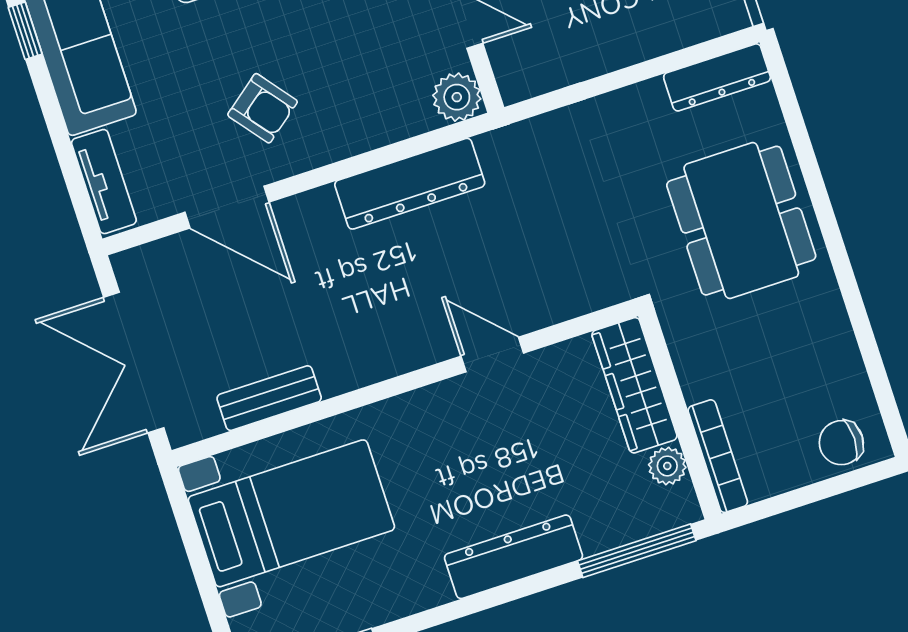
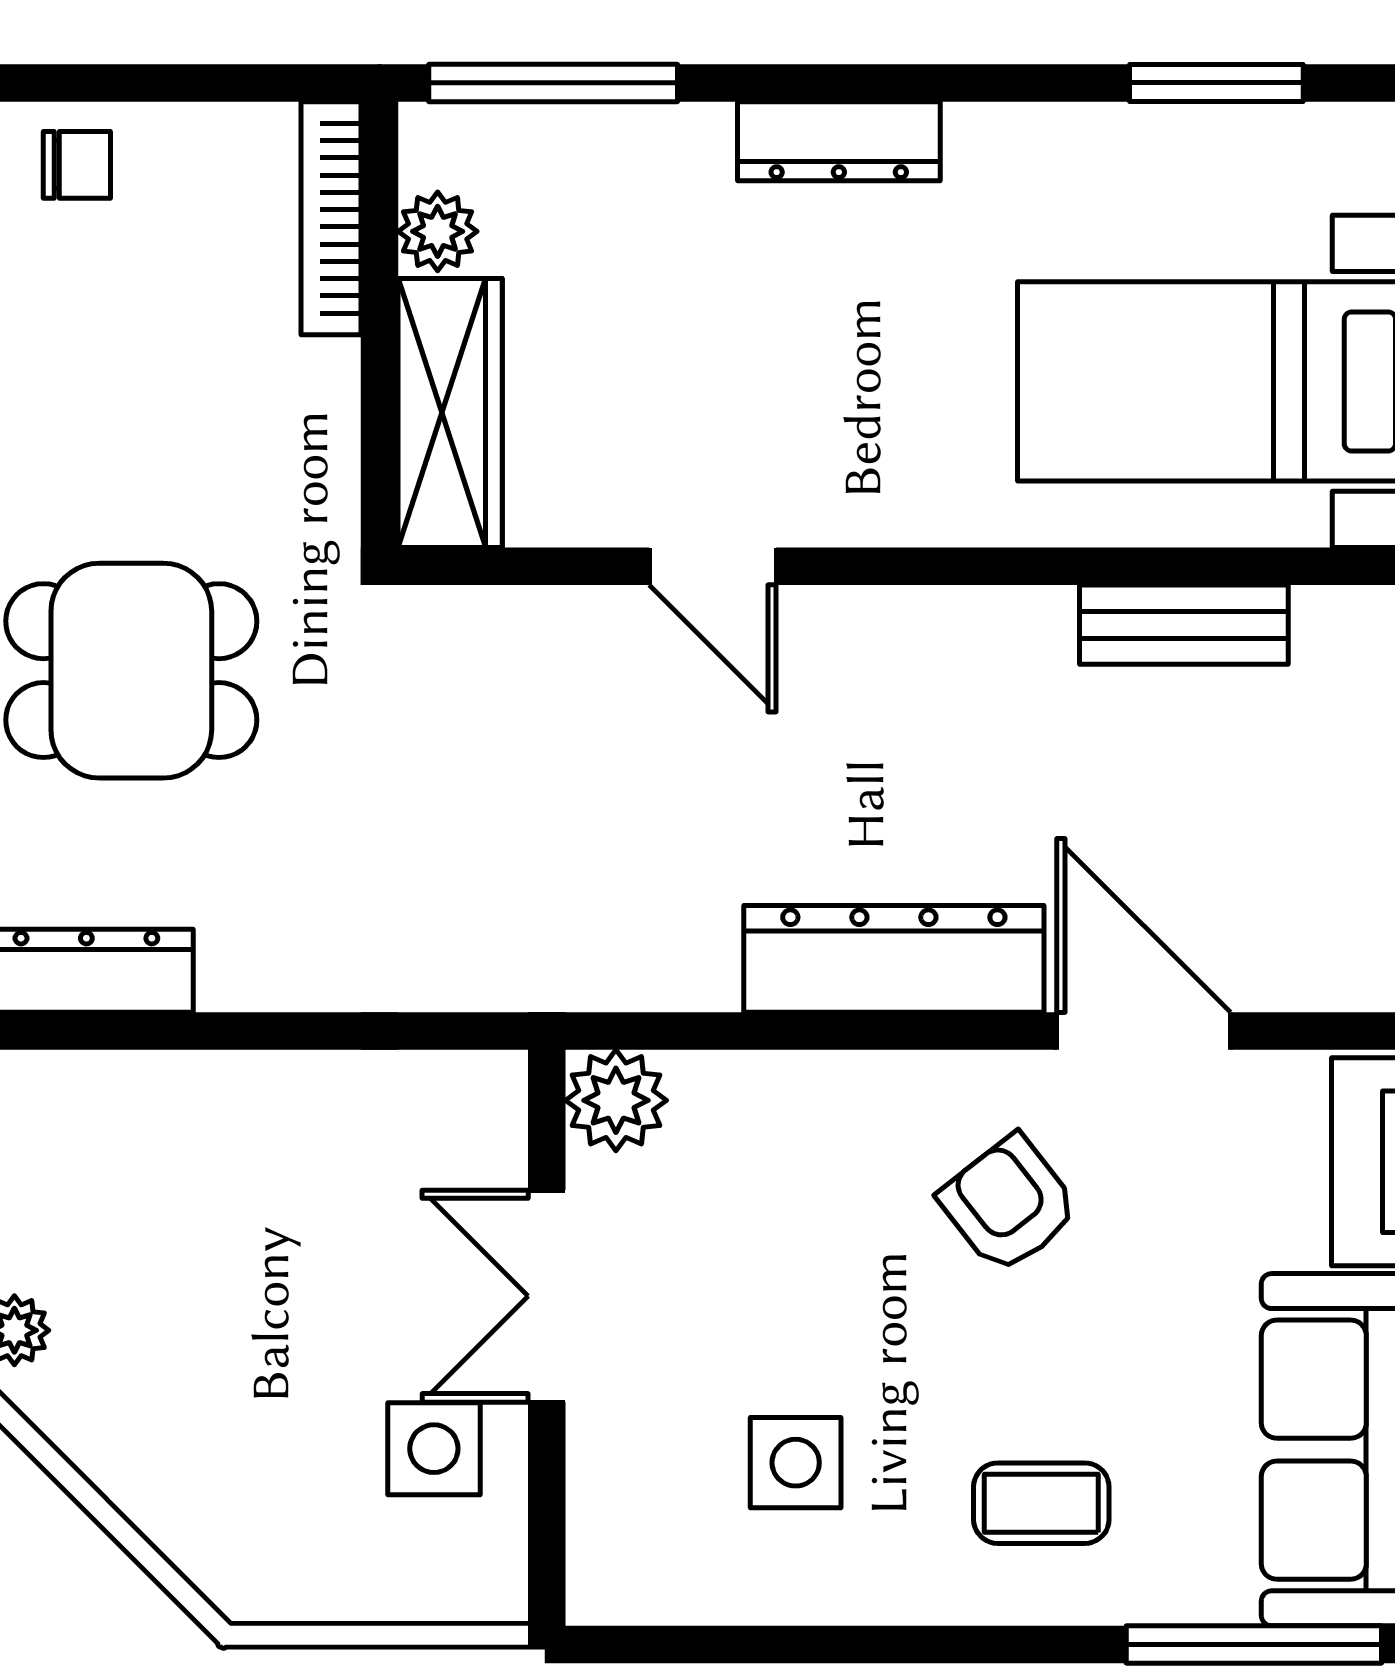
dresser: (410, 184) -> (894, 959), moved
dining table: (741, 221) -> (131, 671), width x0.73
chair: (841, 443) -> (77, 165), width x0.73, depth x0.73
dresser: (513, 557) -> (839, 141), width x0.73, depth x0.80

